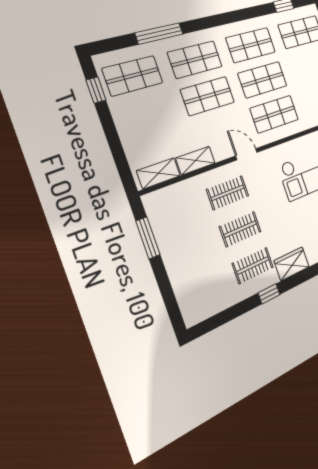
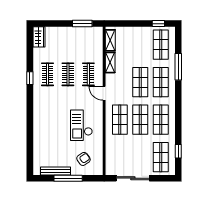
door: (246, 154) -> (104, 93), swing flipped
wardrobe: (292, 264) -> (39, 37), moved

